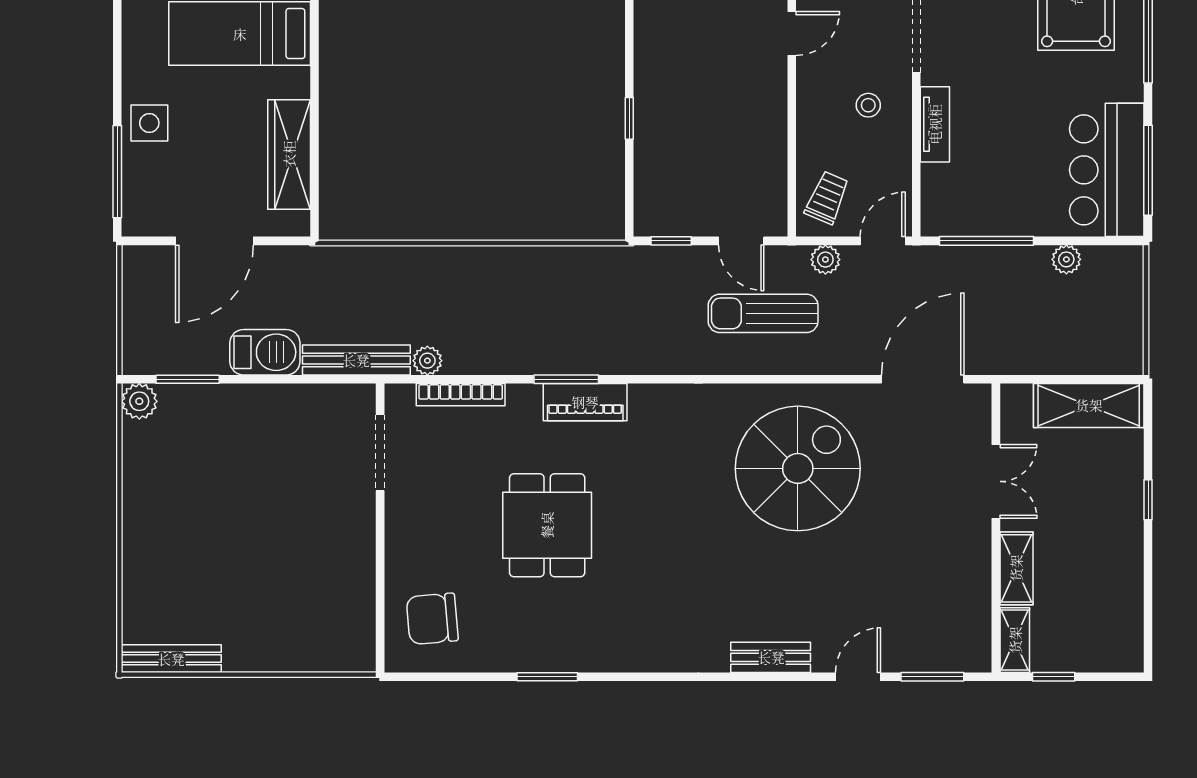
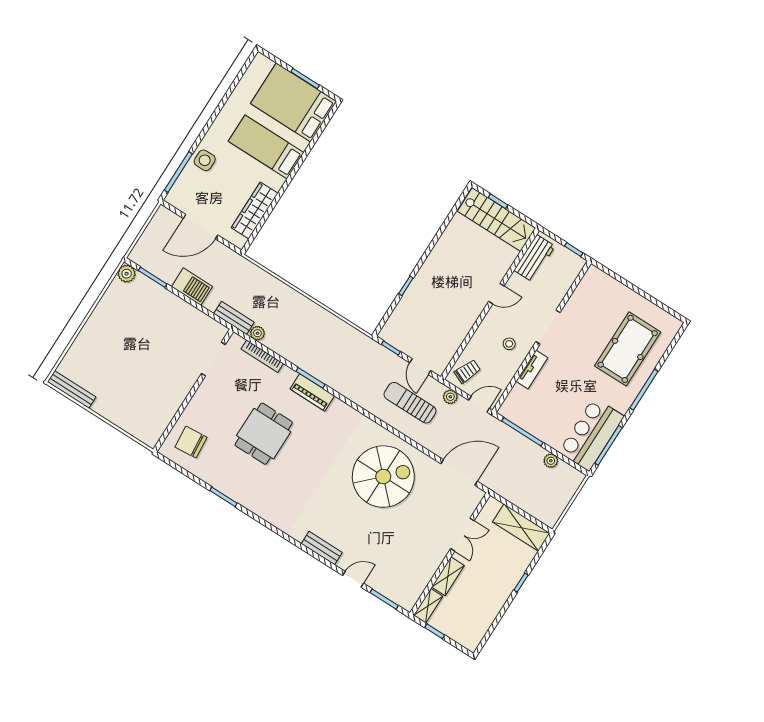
bench: (356, 360) -> (234, 318), width x0.73

